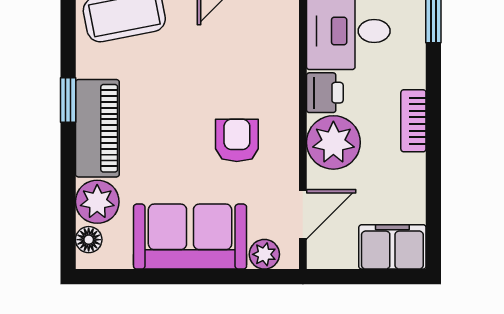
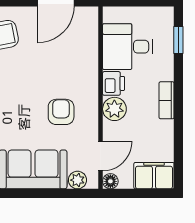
plant: (333, 142) -> (114, 109), width x0.73, depth x0.73
floor lamp: (319, 256) -> (110, 181), added

